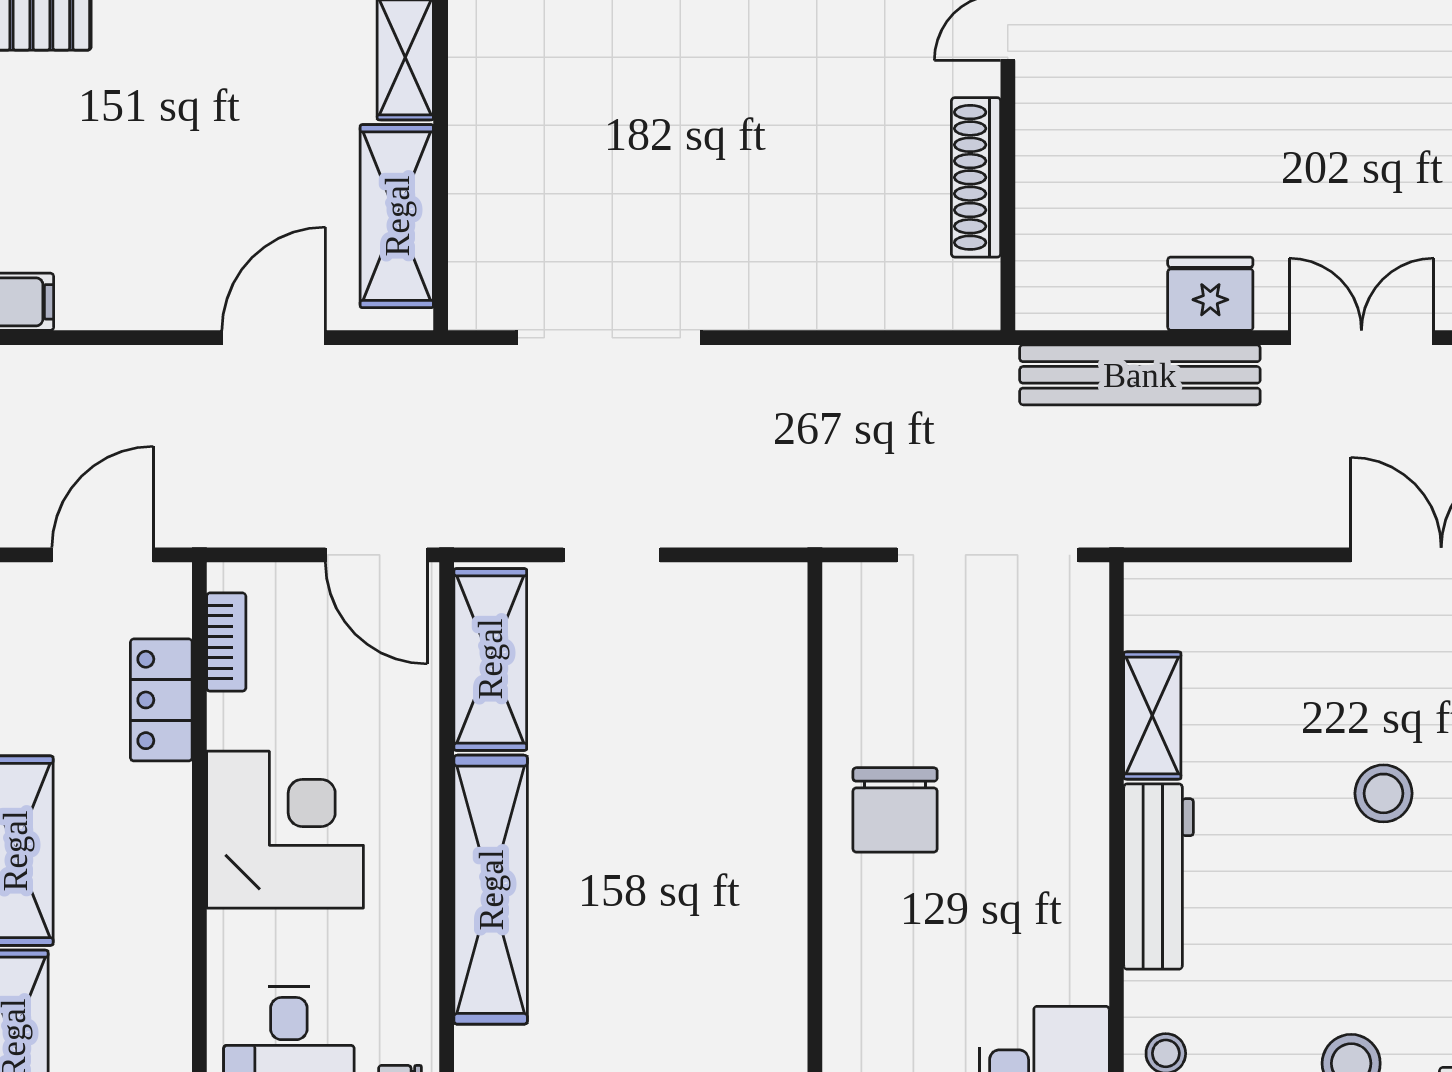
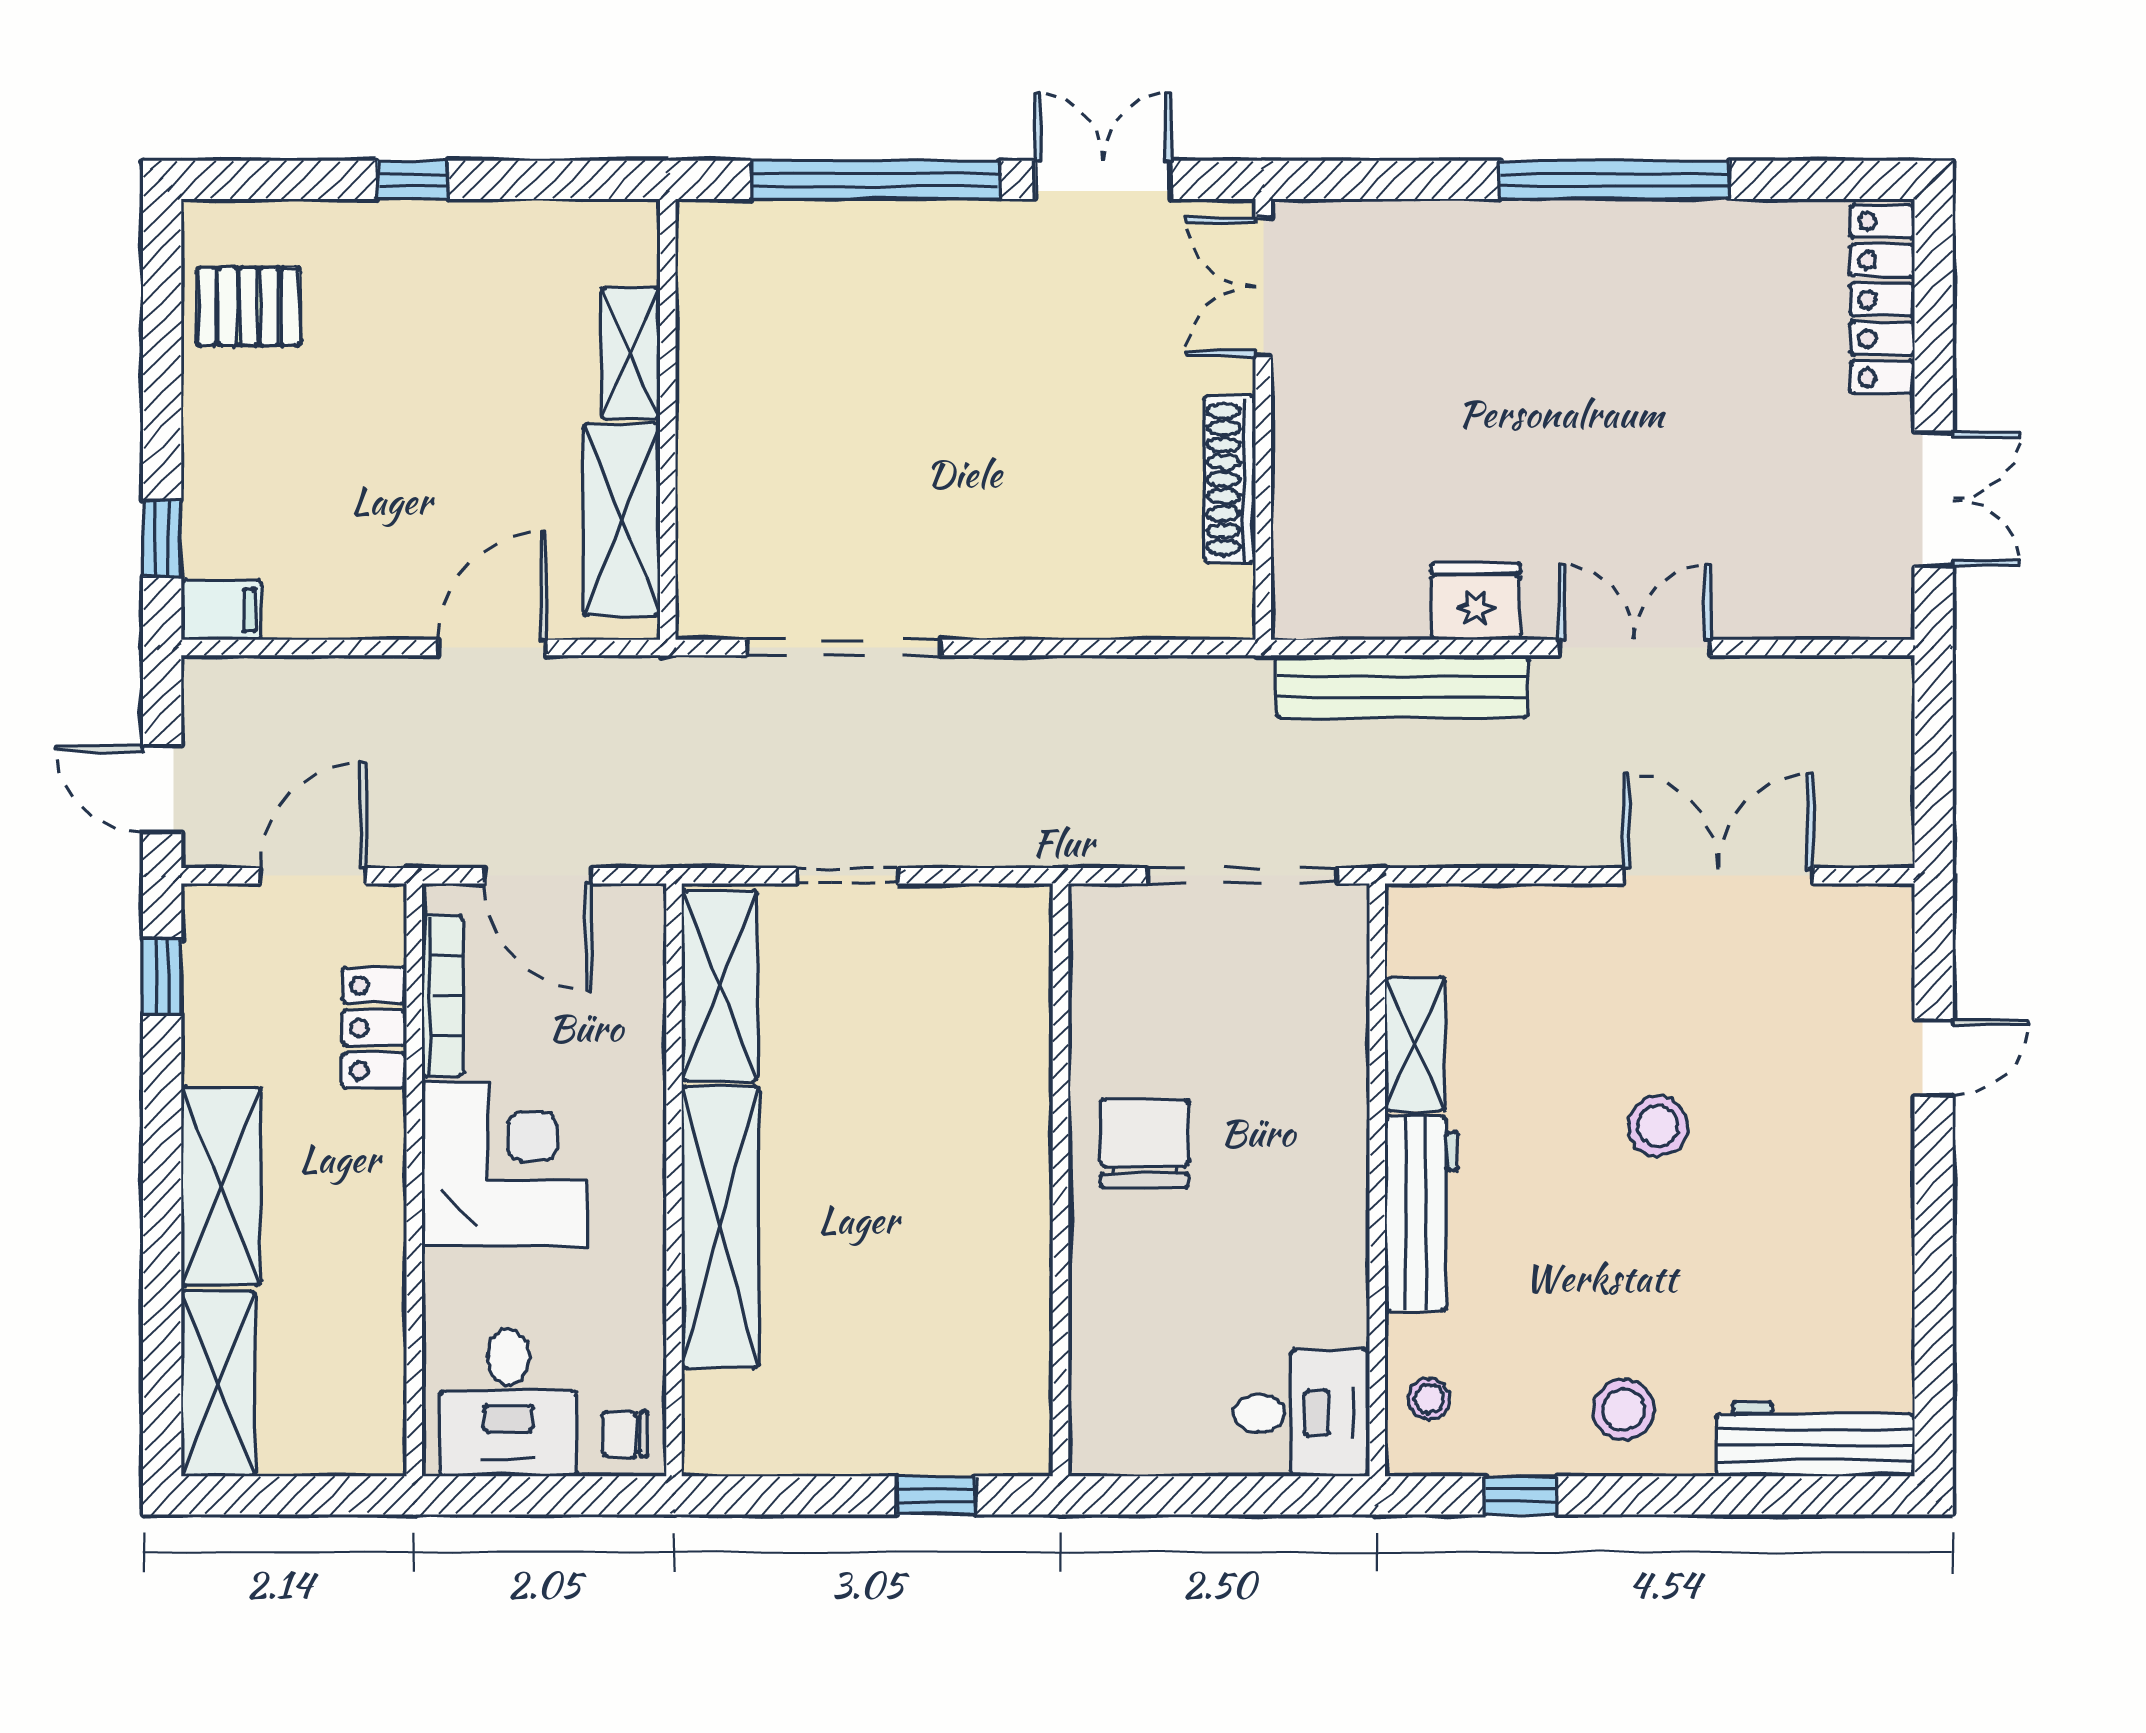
door: (376, 555) -> (538, 876), moved
bookcase: (226, 642) -> (443, 996), width x1.56
chair: (895, 810) -> (1145, 1143), turned 180

